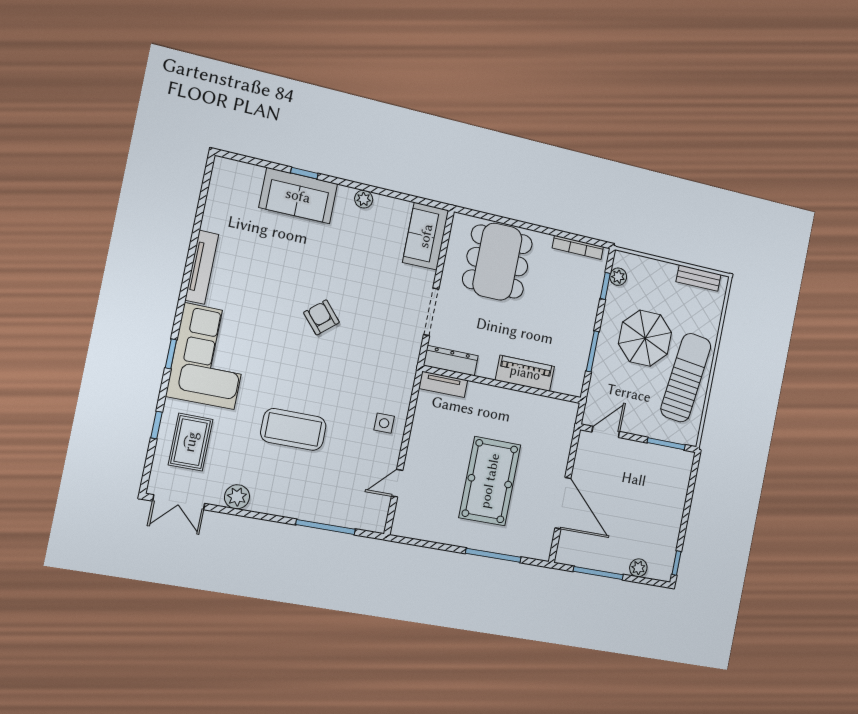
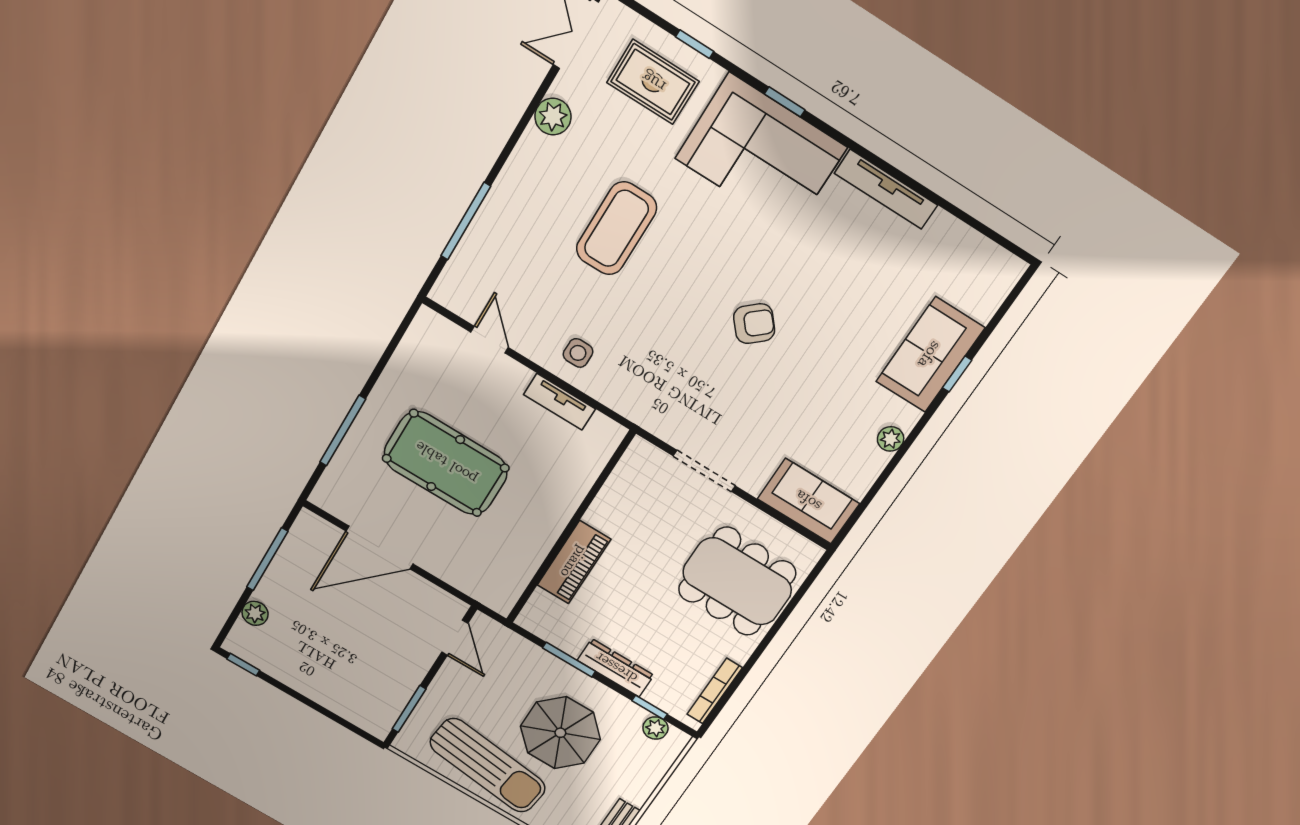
dresser: (451, 361) -> (616, 668), moved, turned -90
tv unit: (443, 384) -> (559, 402), moved, turned -90

